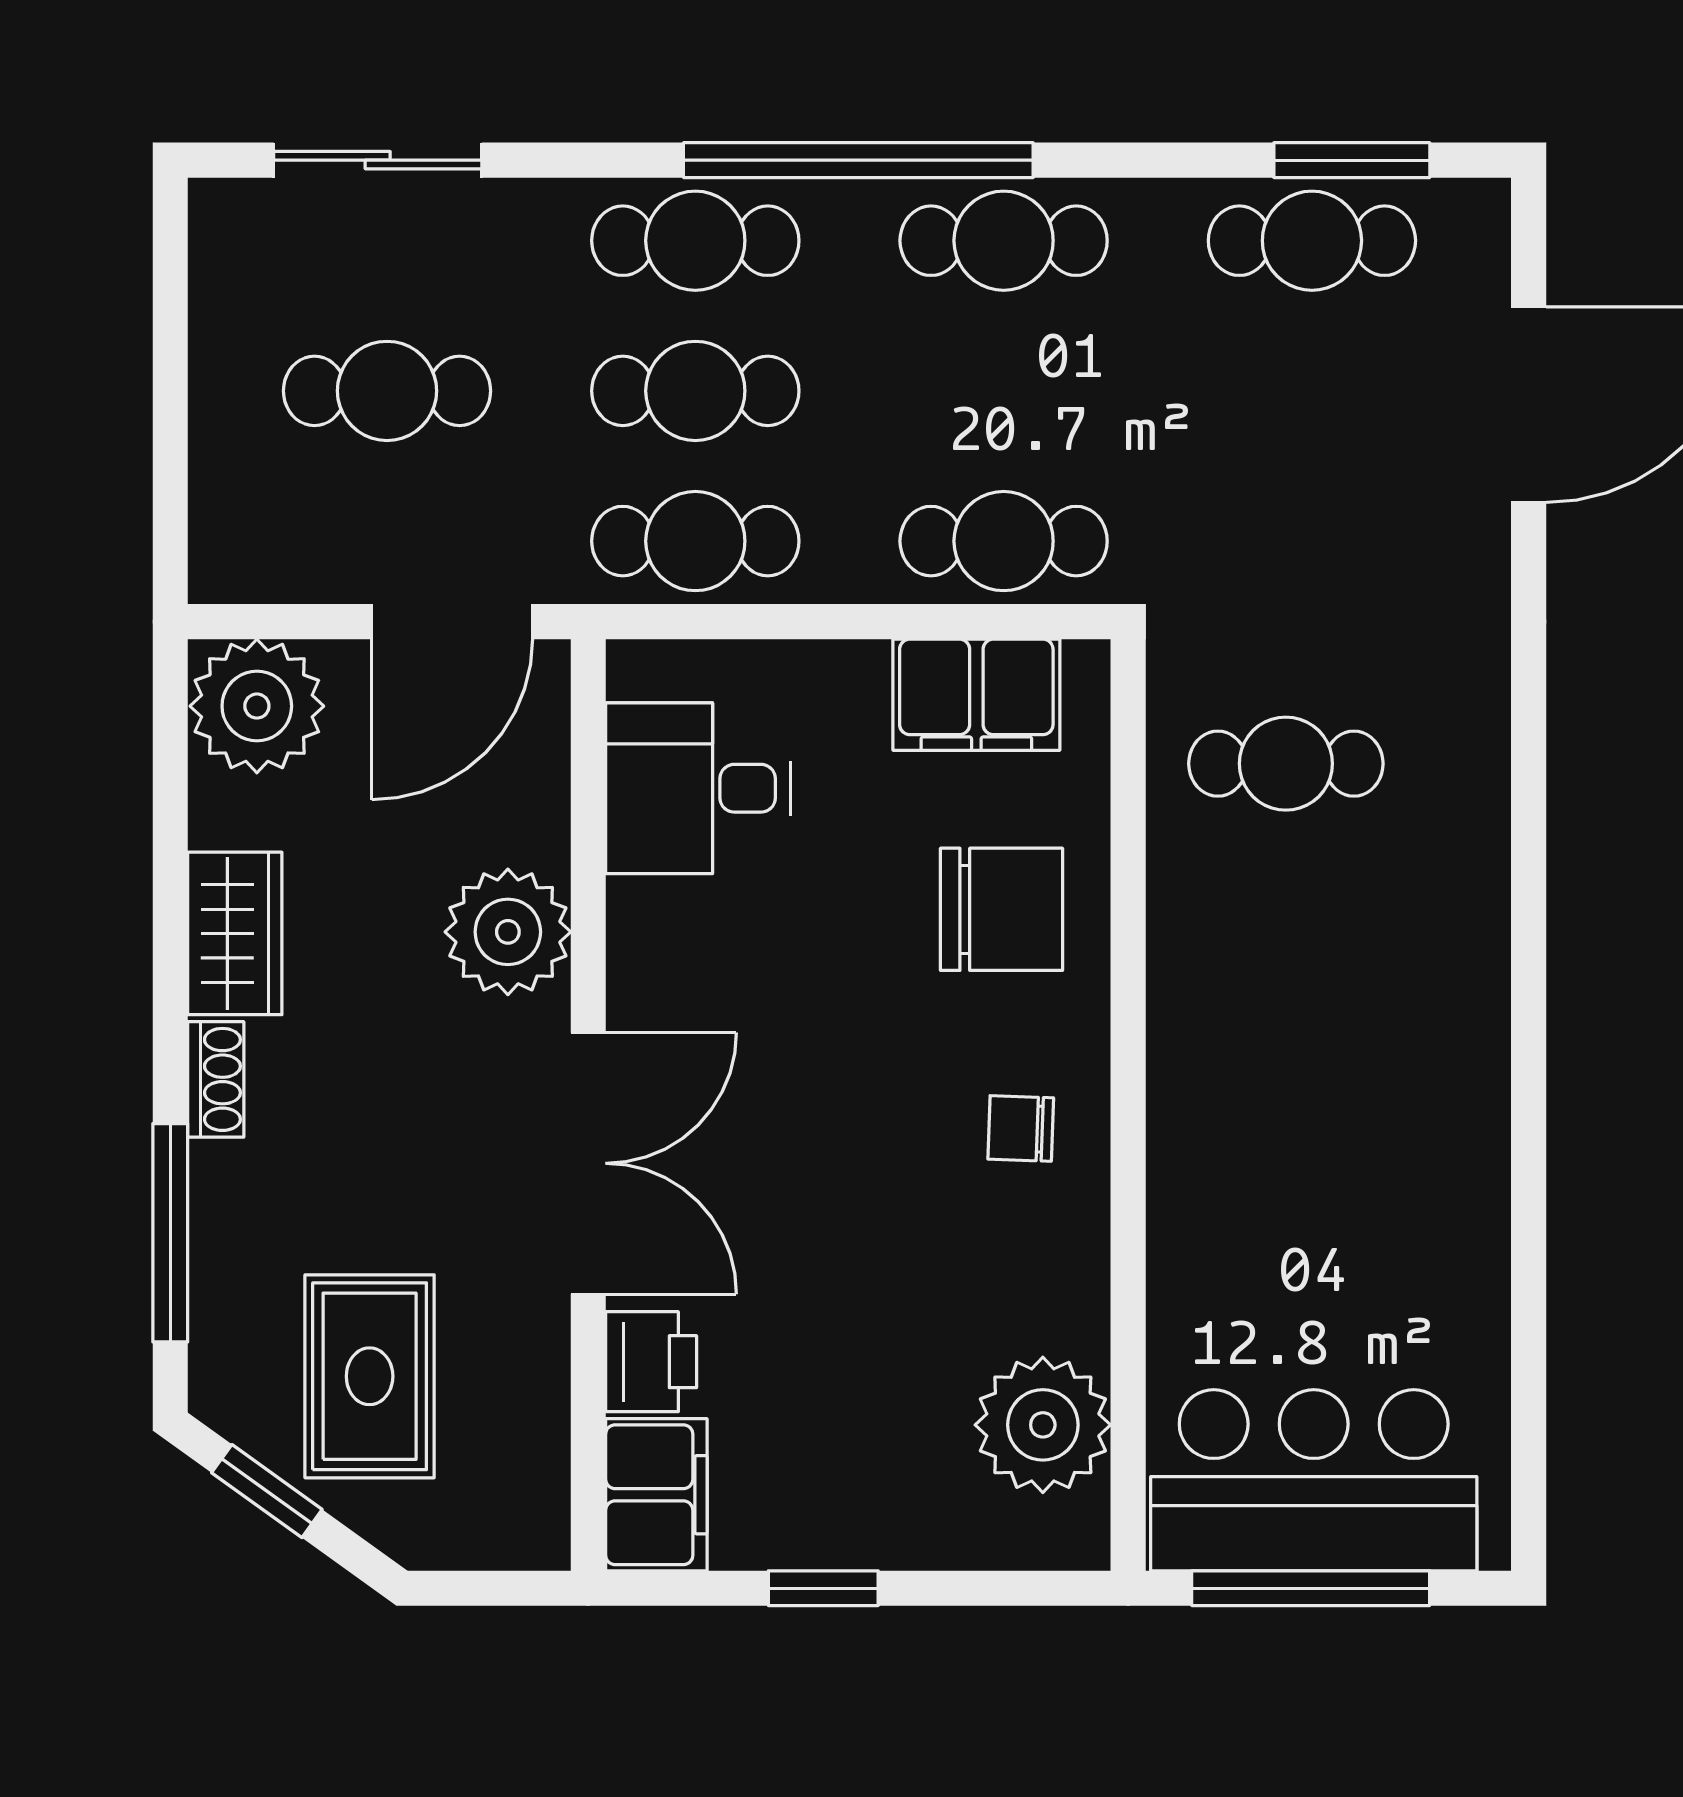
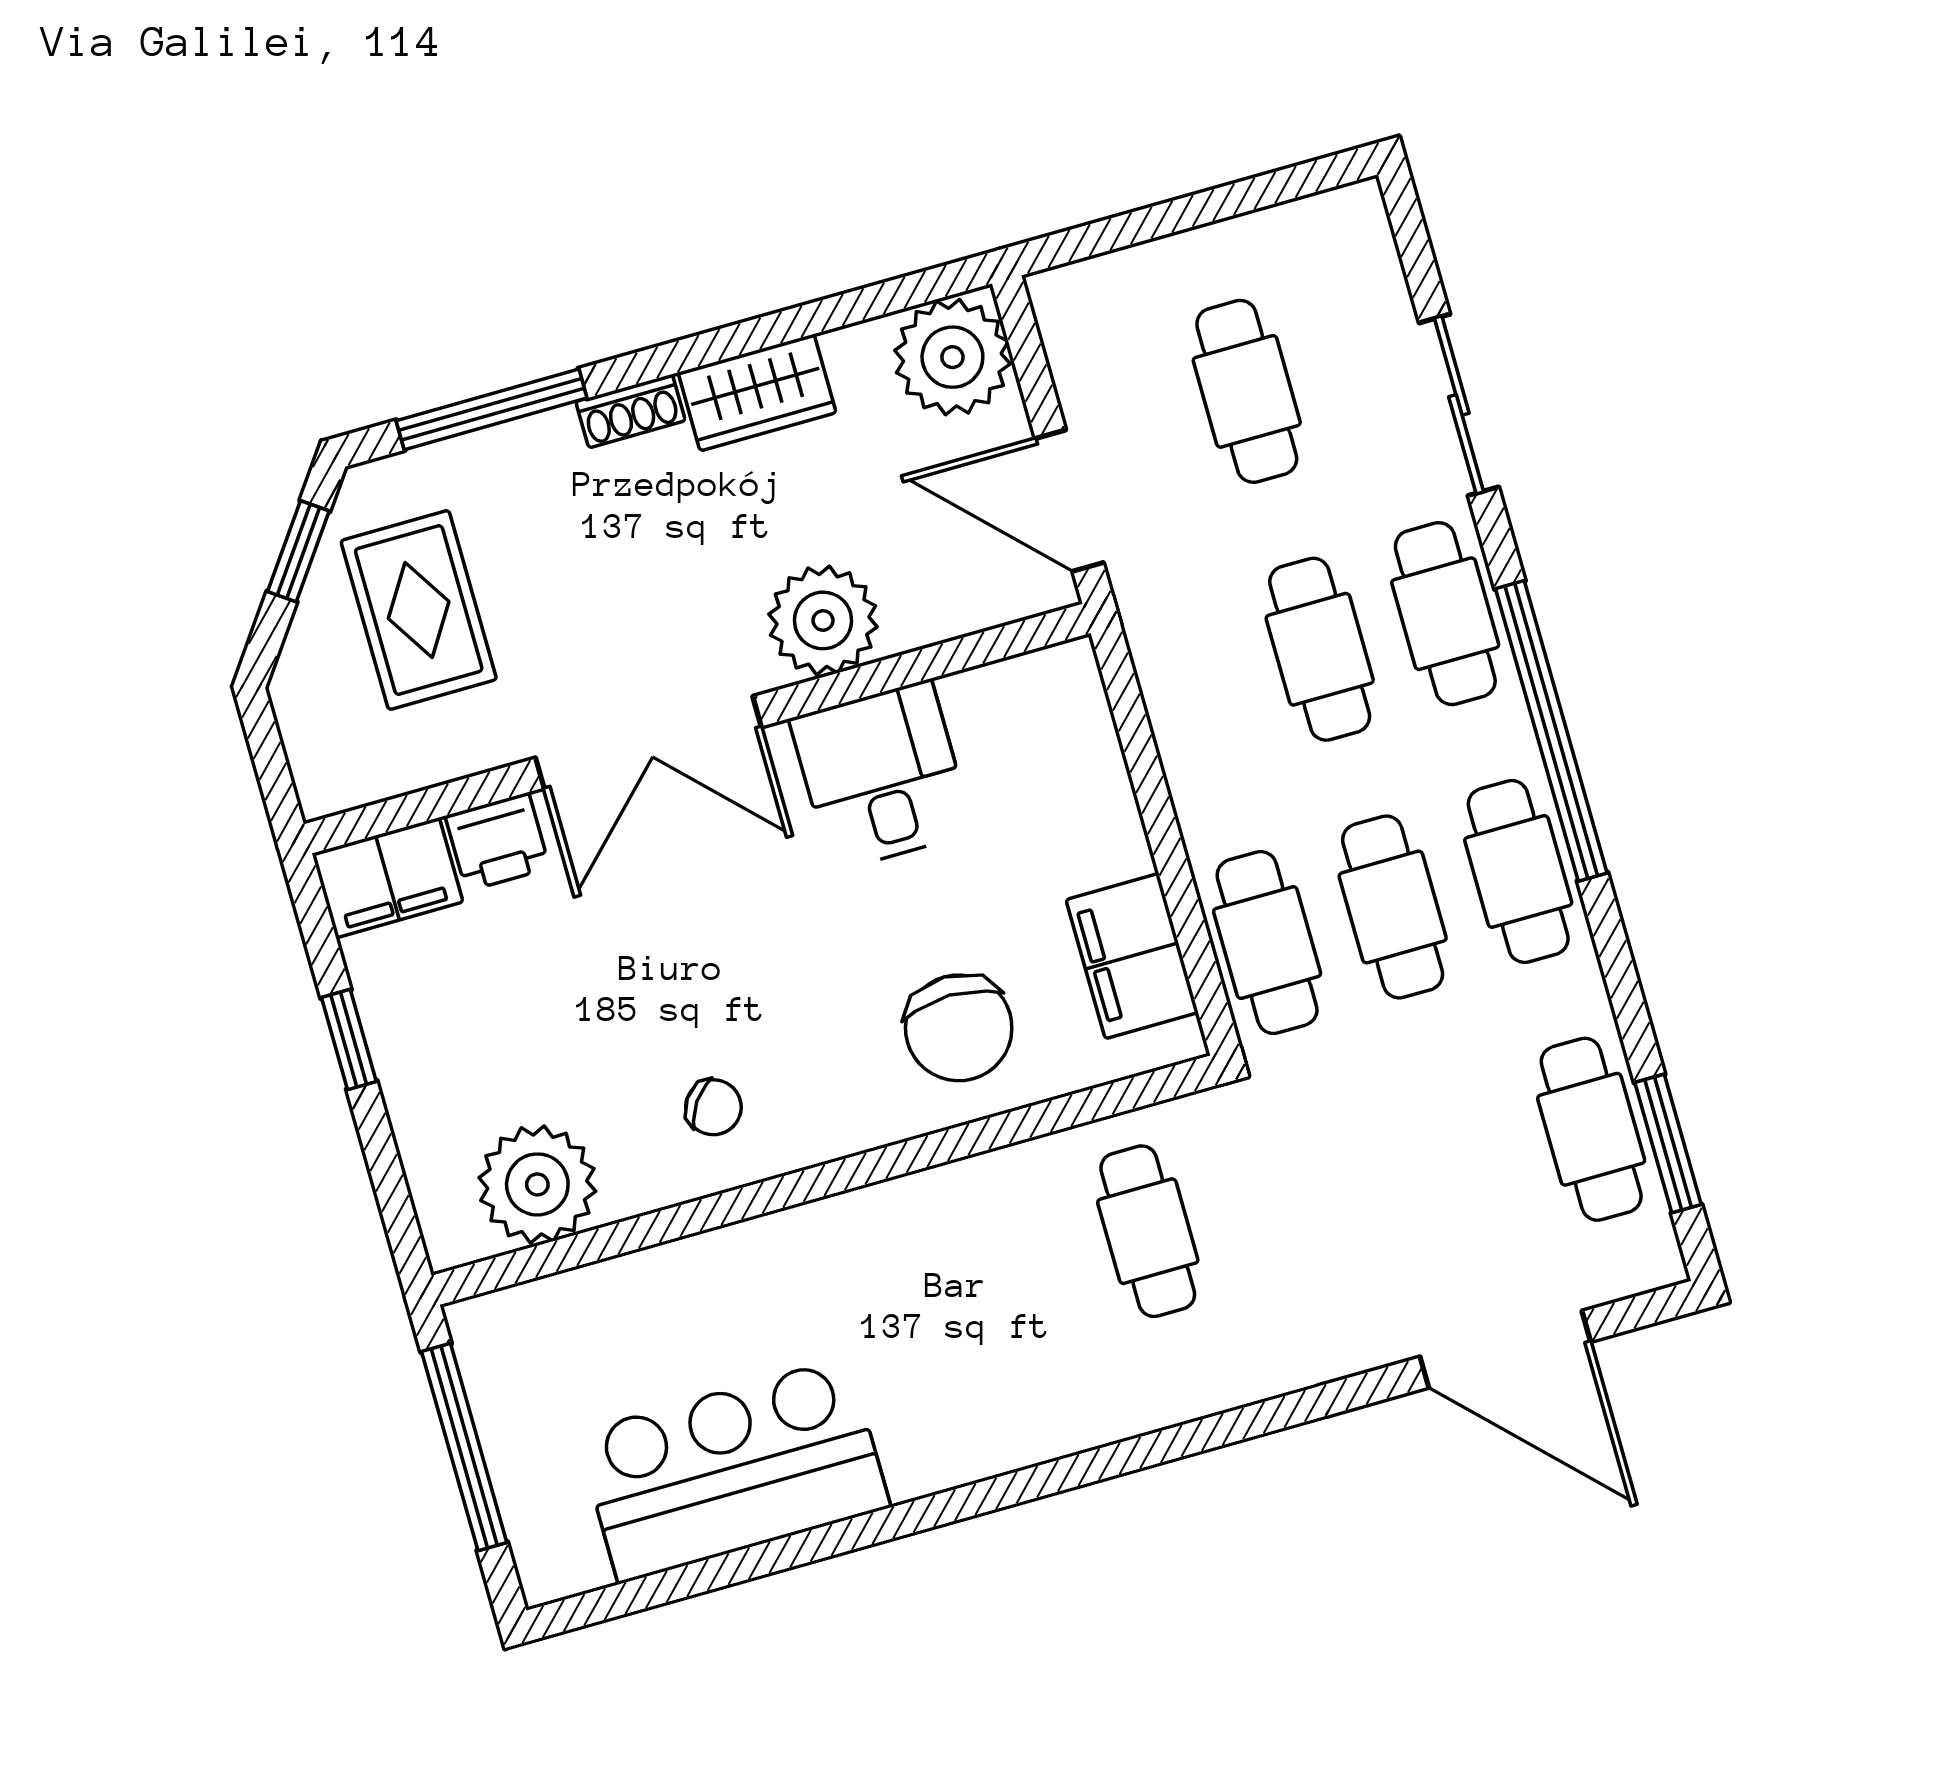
sliding door: (378, 160) -> (1459, 405), moved
cafe table: (695, 541) -> (1393, 907), moved
desk: (698, 788) -> (881, 776), moved
chair: (1021, 1128) -> (713, 1107), moved, turned 123
rug: (370, 1376) -> (419, 610), turned 90
bar counter: (1314, 1480) -> (733, 1470), moved, turned -90

